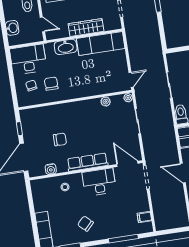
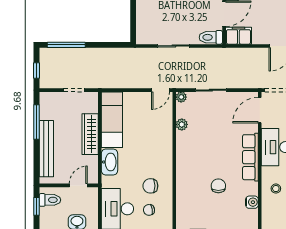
door: (131, 80) -> (161, 90), swing flipped

